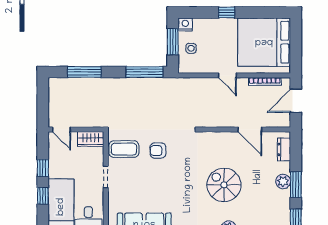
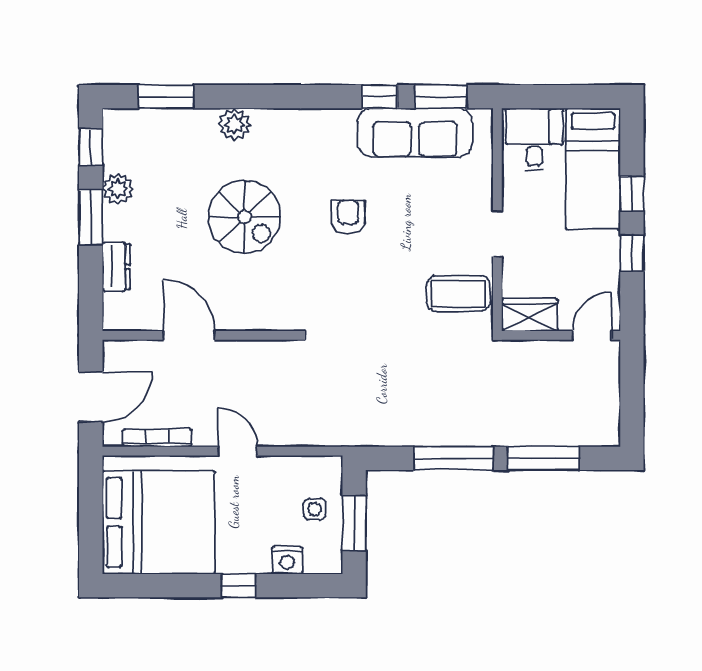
nightstand: (185, 24) -> (287, 560), moved
window: (144, 72) -> (453, 458), moved
door: (61, 129) -> (592, 335), hinge flipped
dresser: (284, 149) -> (116, 267), moved
armchair: (158, 151) -> (348, 217), moved, turned -90
plant: (283, 182) -> (118, 189), moved

